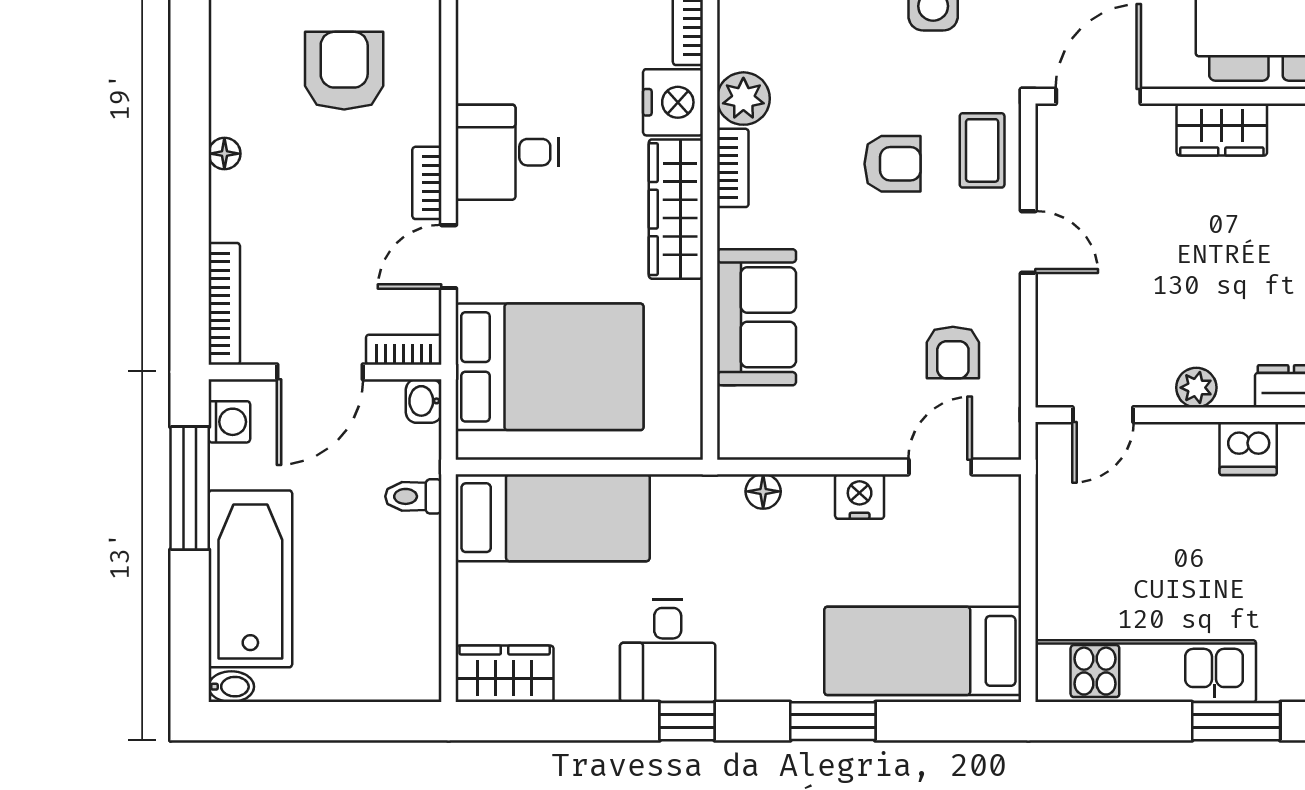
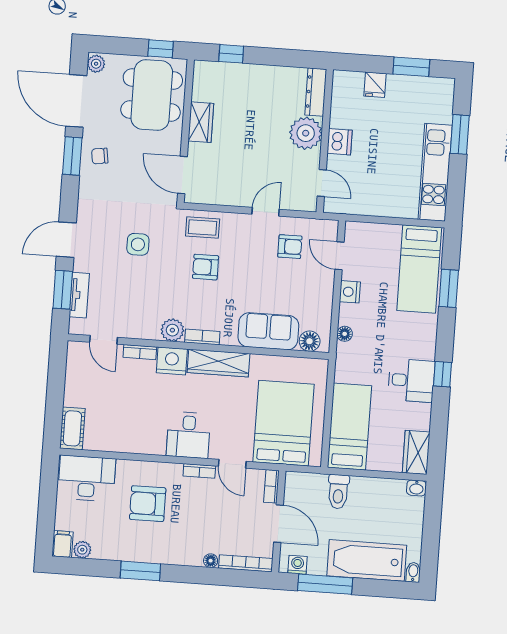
window: (190, 65) -> (140, 571), added
floor lamp: (224, 154) -> (211, 561), moved
armchair: (892, 164) -> (206, 267), turned -90
door: (1028, 242) -> (266, 212), moved
plant: (1196, 388) -> (306, 133), width x1.87, depth x1.87
washbasin: (424, 401) -> (416, 488), moved
floor lamp: (741, 413) -> (310, 341), added
dishwasher: (1248, 449) -> (340, 142), moved
toilet: (413, 496) -> (338, 492), width x1.37, depth x1.39
window: (833, 721) -> (449, 288), moved

